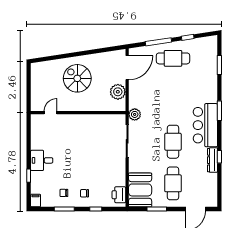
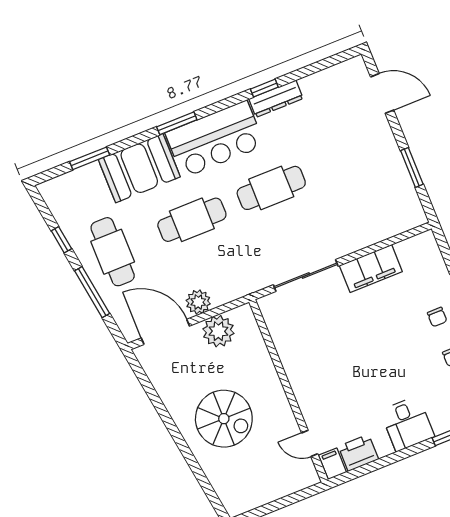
spiral stairs: (77, 78) -> (224, 419), turned -90
plant: (135, 114) -> (198, 302), moved
filing cabinet: (37, 119) -> (333, 464), added
filing cabinet: (118, 172) -> (371, 269), added
cafe table: (173, 183) -> (192, 220), moved
booth: (140, 190) -> (139, 168), moved
printer: (119, 195) -> (358, 453), moved, turned 180

